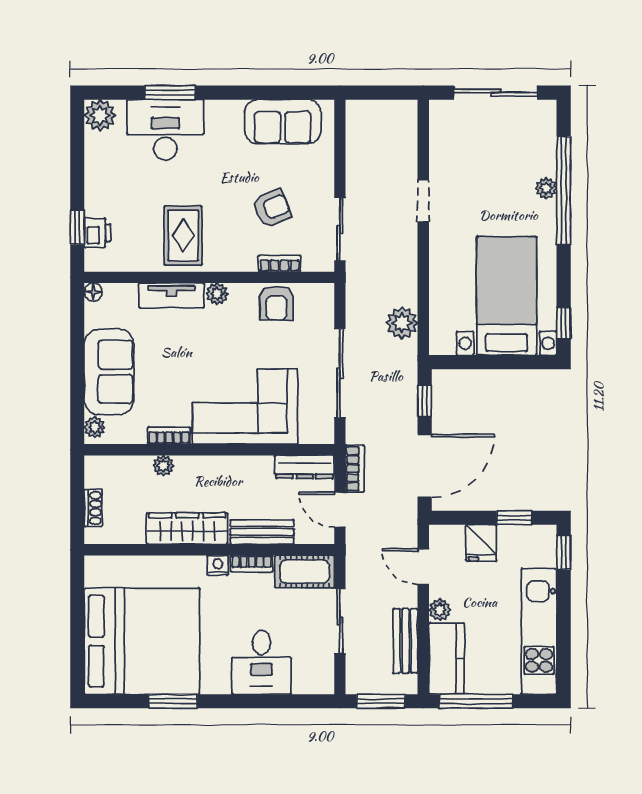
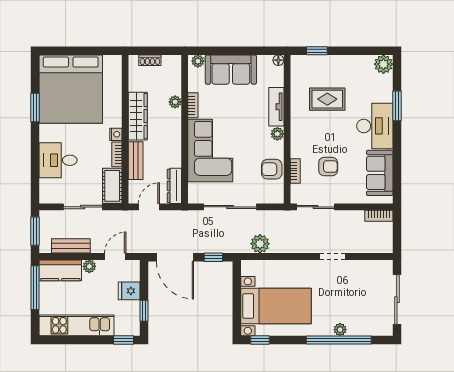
desk: (165, 130) -> (375, 126), moved
armchair: (272, 208) -> (328, 167), turned -67
printer: (97, 233) -> (314, 63), removed
rug: (183, 235) -> (327, 99), moved
bookcase: (355, 469) -> (379, 216), moved

